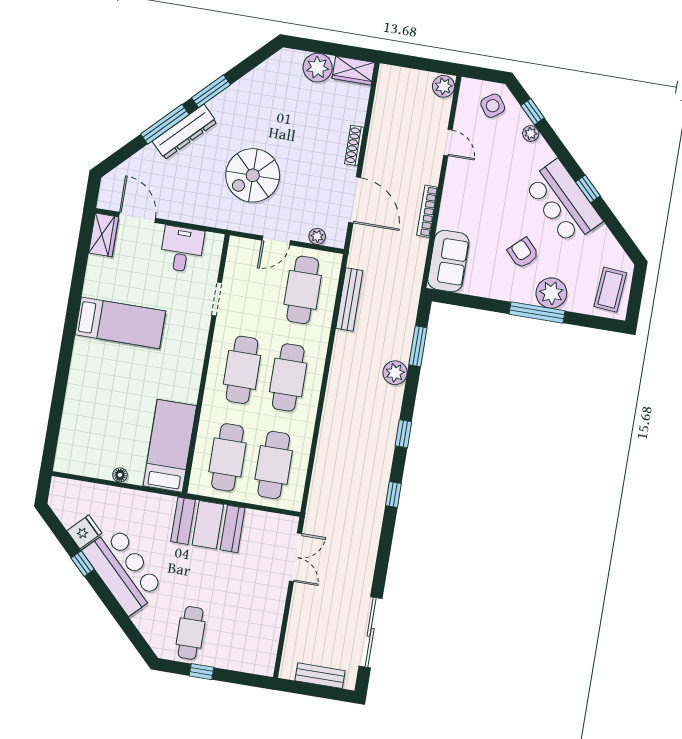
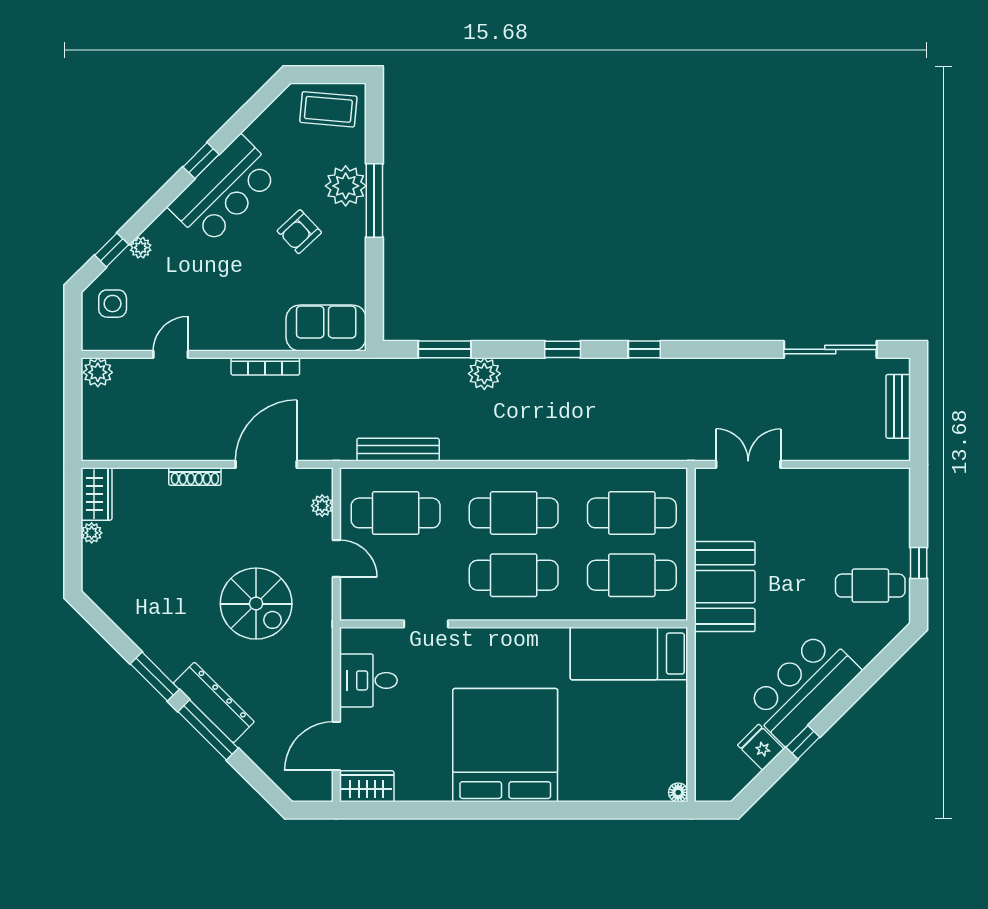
plant: (318, 68) -> (92, 533), width x0.53, depth x0.53
side table: (493, 106) -> (113, 304), turned 35
bed: (120, 323) -> (505, 745), width x2.04
floor lamp: (120, 475) -> (678, 792), moved

